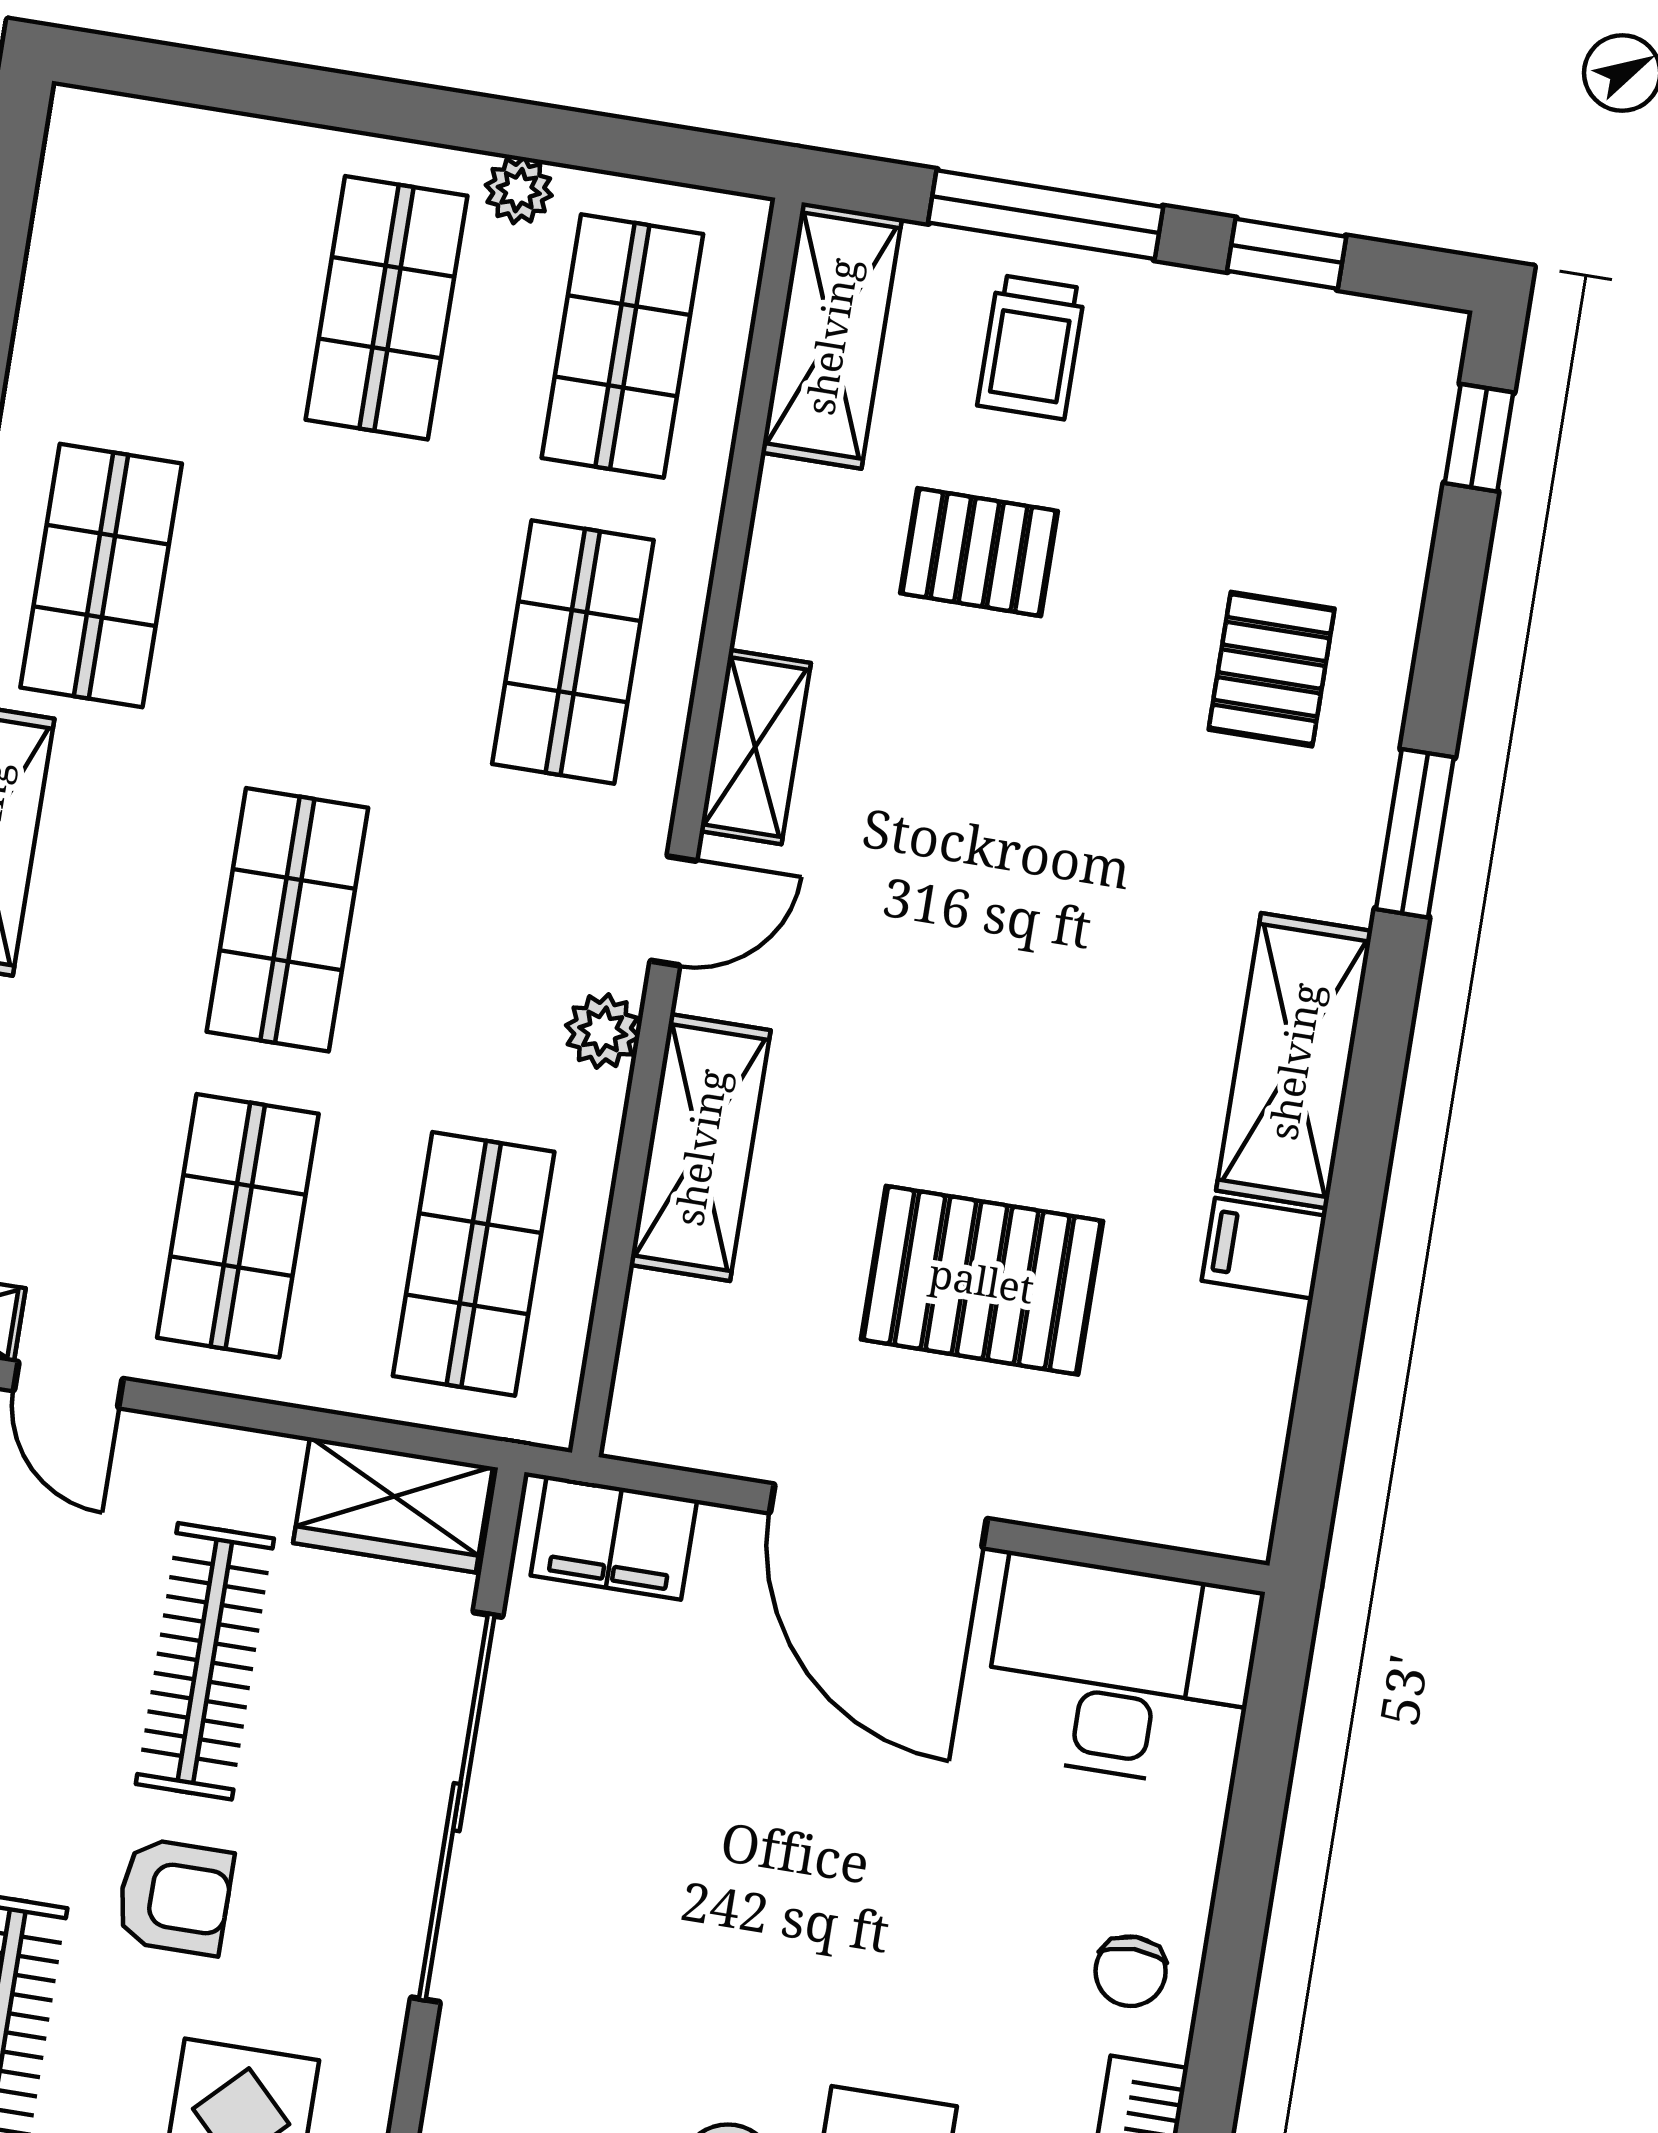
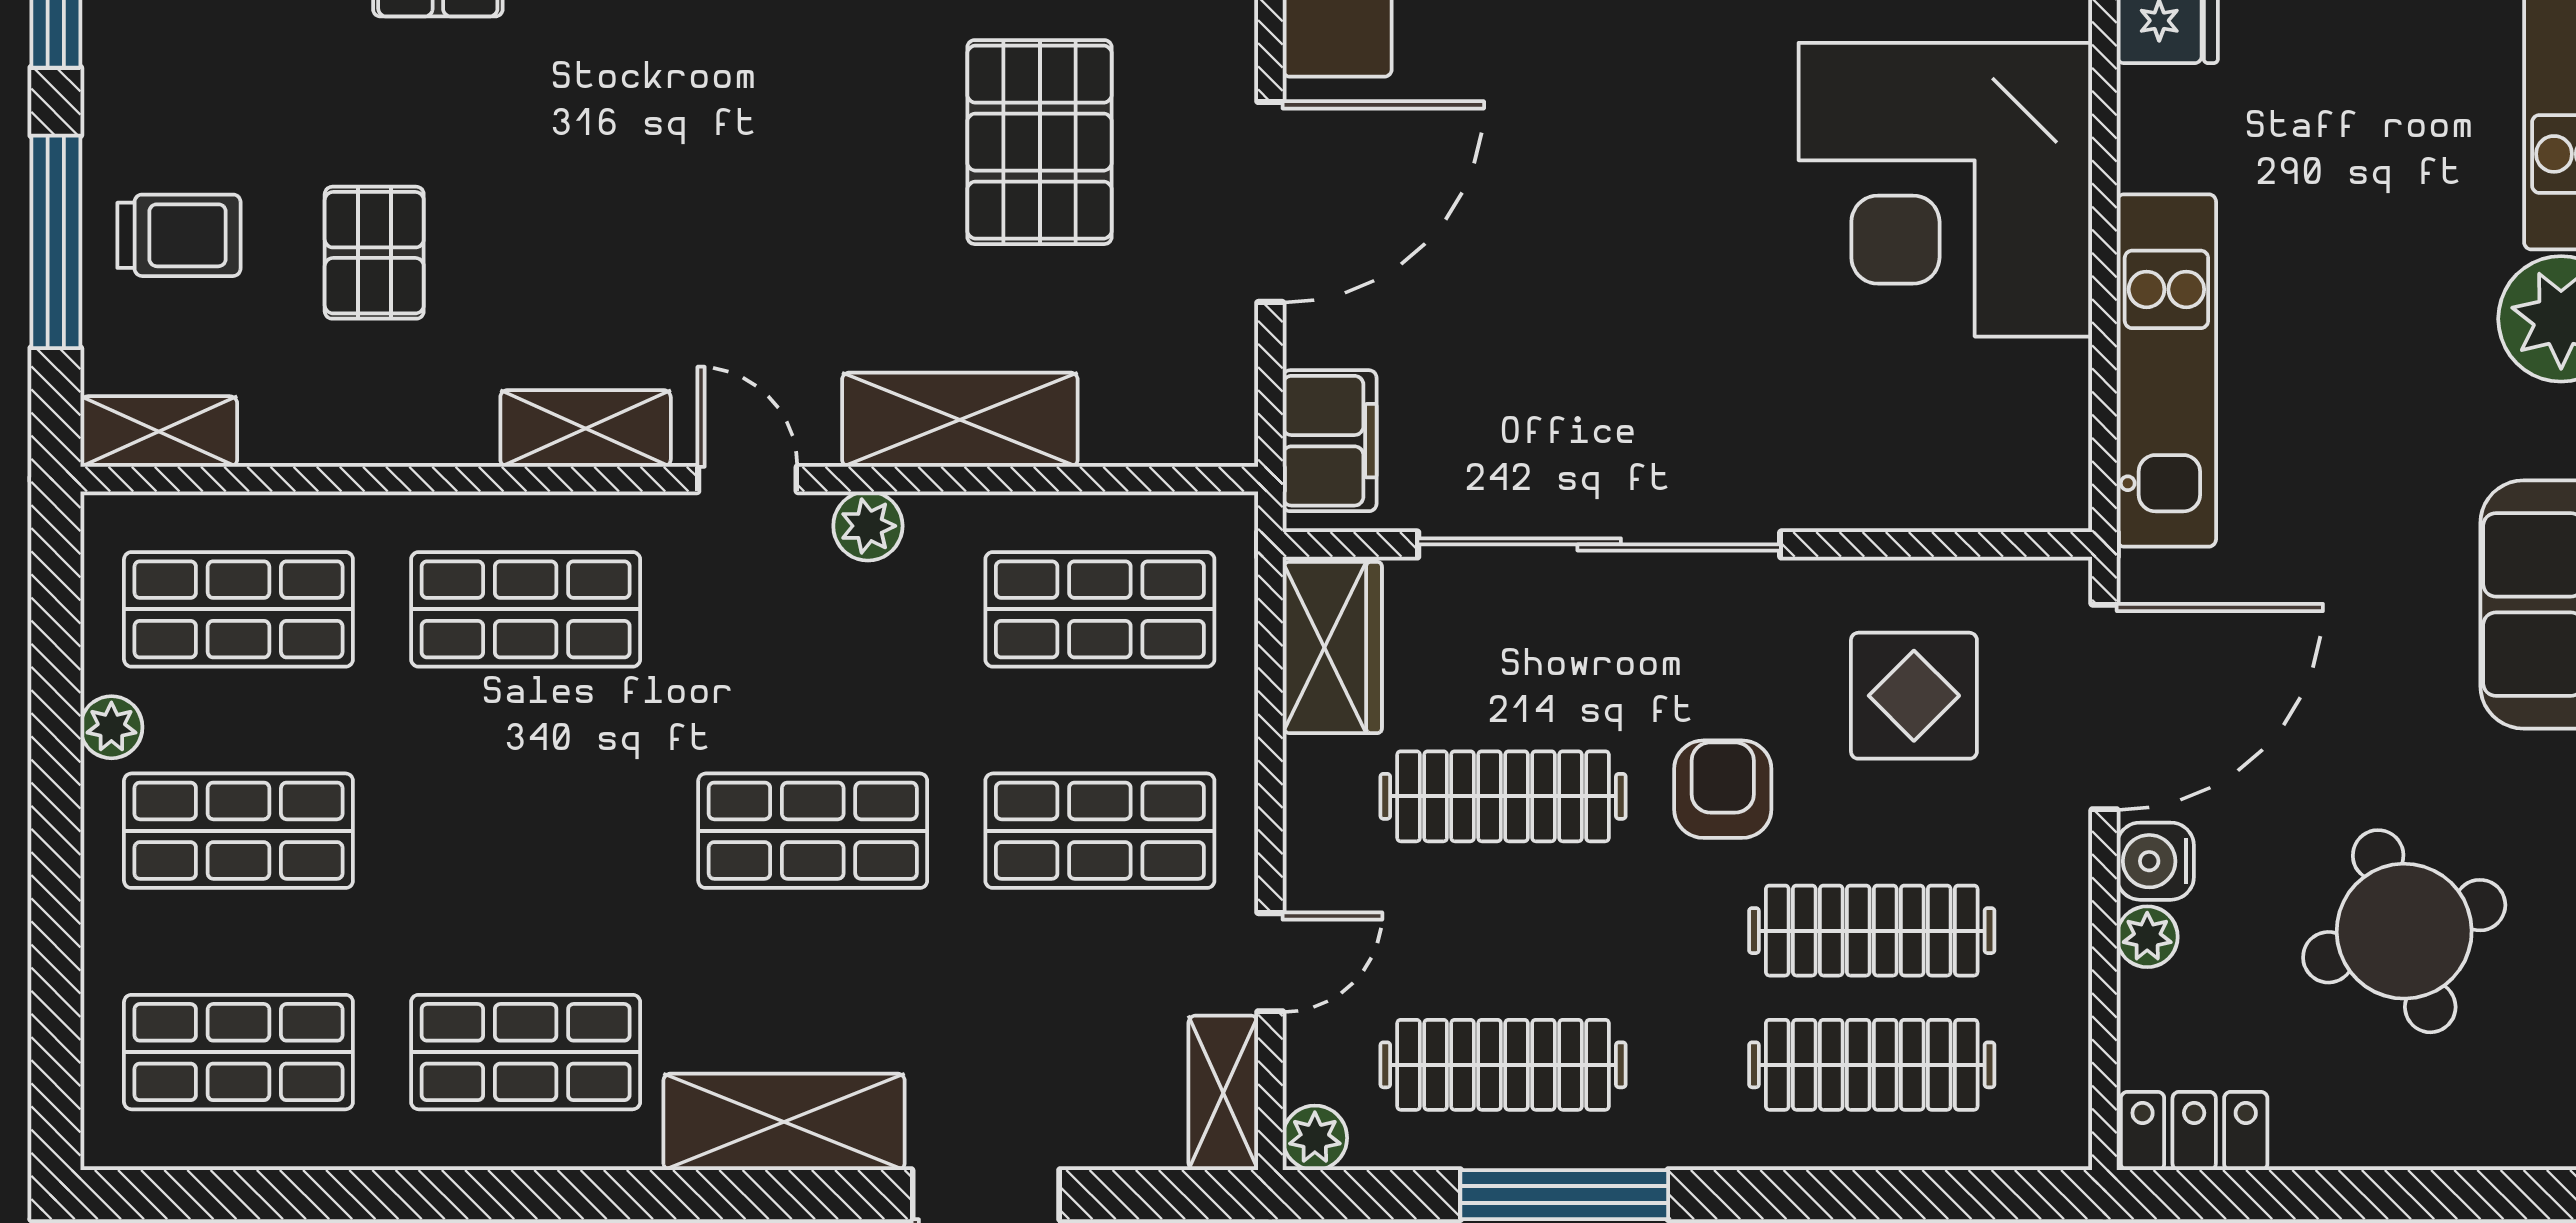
shop shelf: (151, 270) -> (238, 1052), added
shelving: (831, 336) -> (159, 431), width x0.67, depth x0.75

